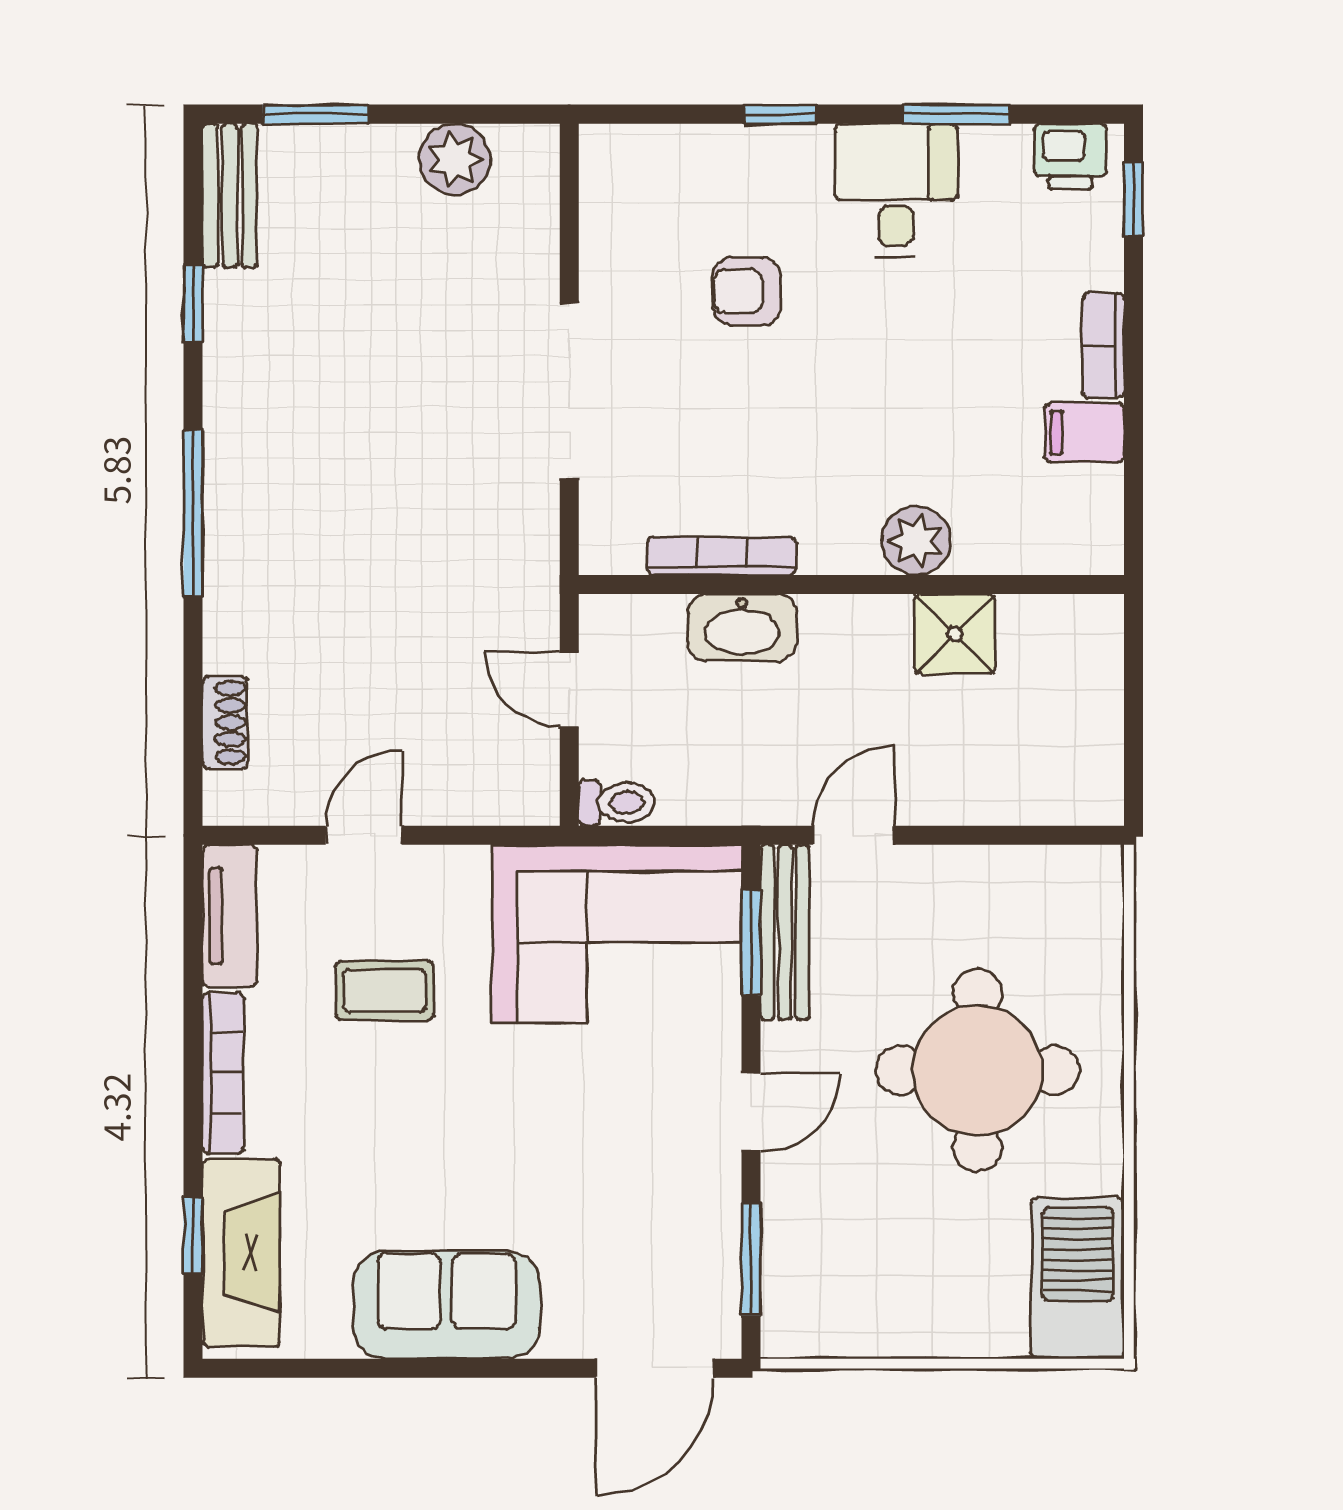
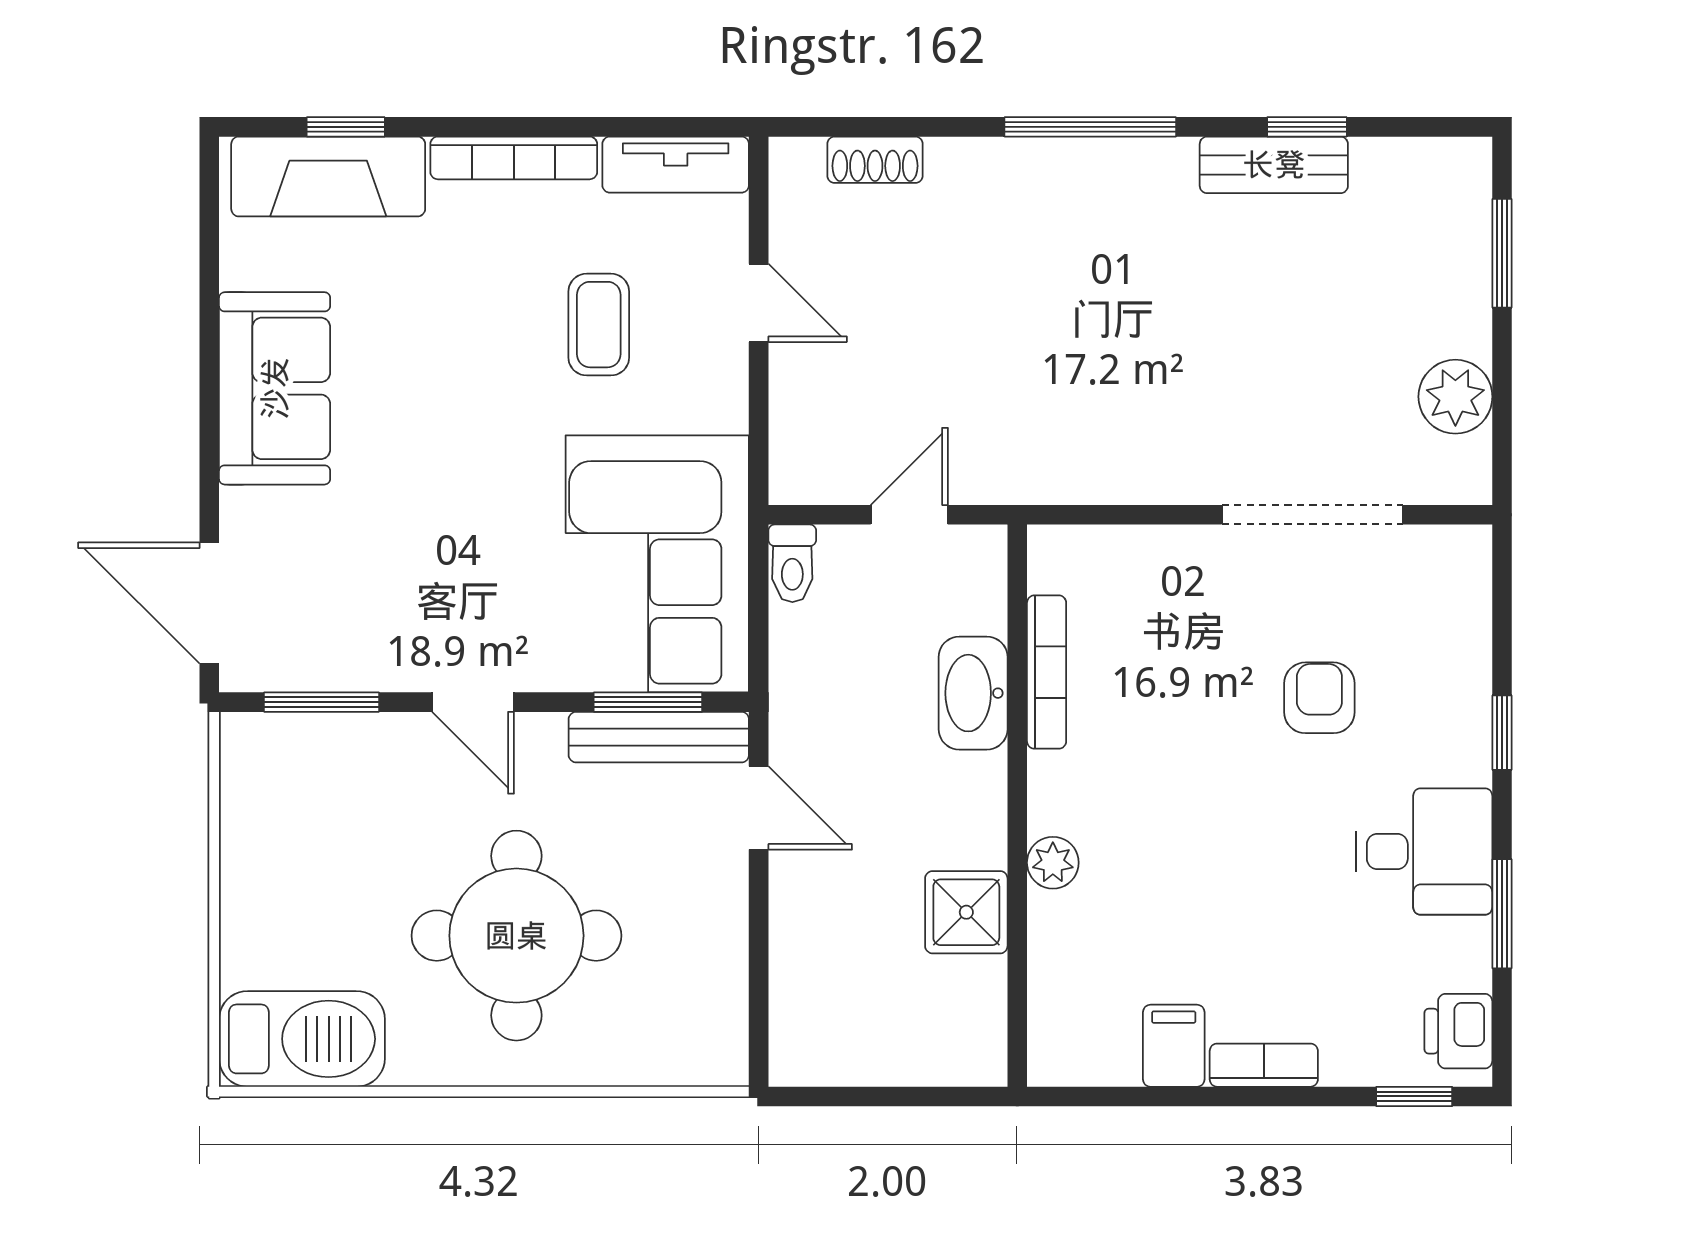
bench: (230, 195) -> (1274, 165), moved
doorway: (569, 391) -> (1312, 515), moved
plant: (916, 541) -> (1053, 863), width x0.73, depth x0.73

